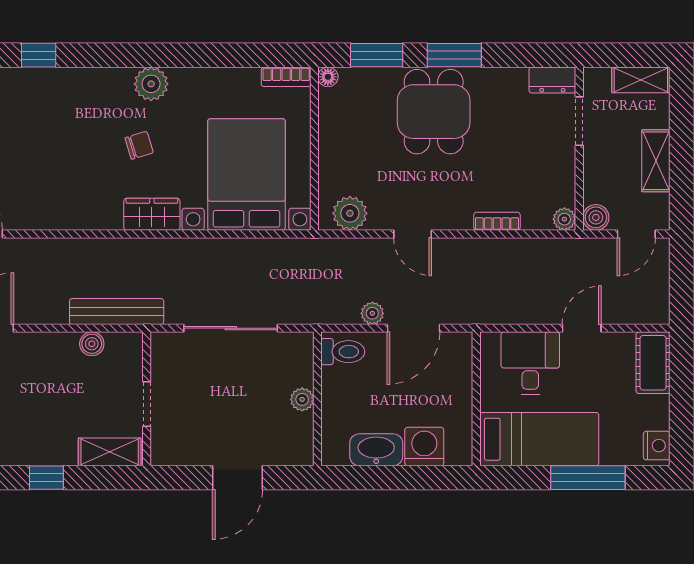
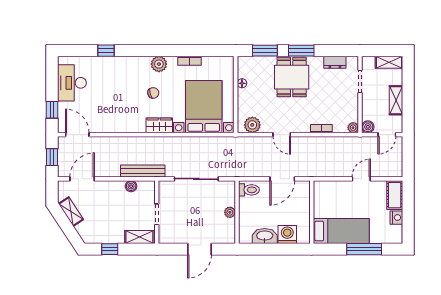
bookcase: (286, 77) -> (189, 61), moved
floor lamp: (328, 77) -> (242, 83), moved
dresser: (552, 80) -> (335, 62), moved
plant: (372, 313) -> (263, 172), removed
desk: (530, 363) -> (337, 195), removed
nightstand: (657, 446) -> (396, 218), moved

